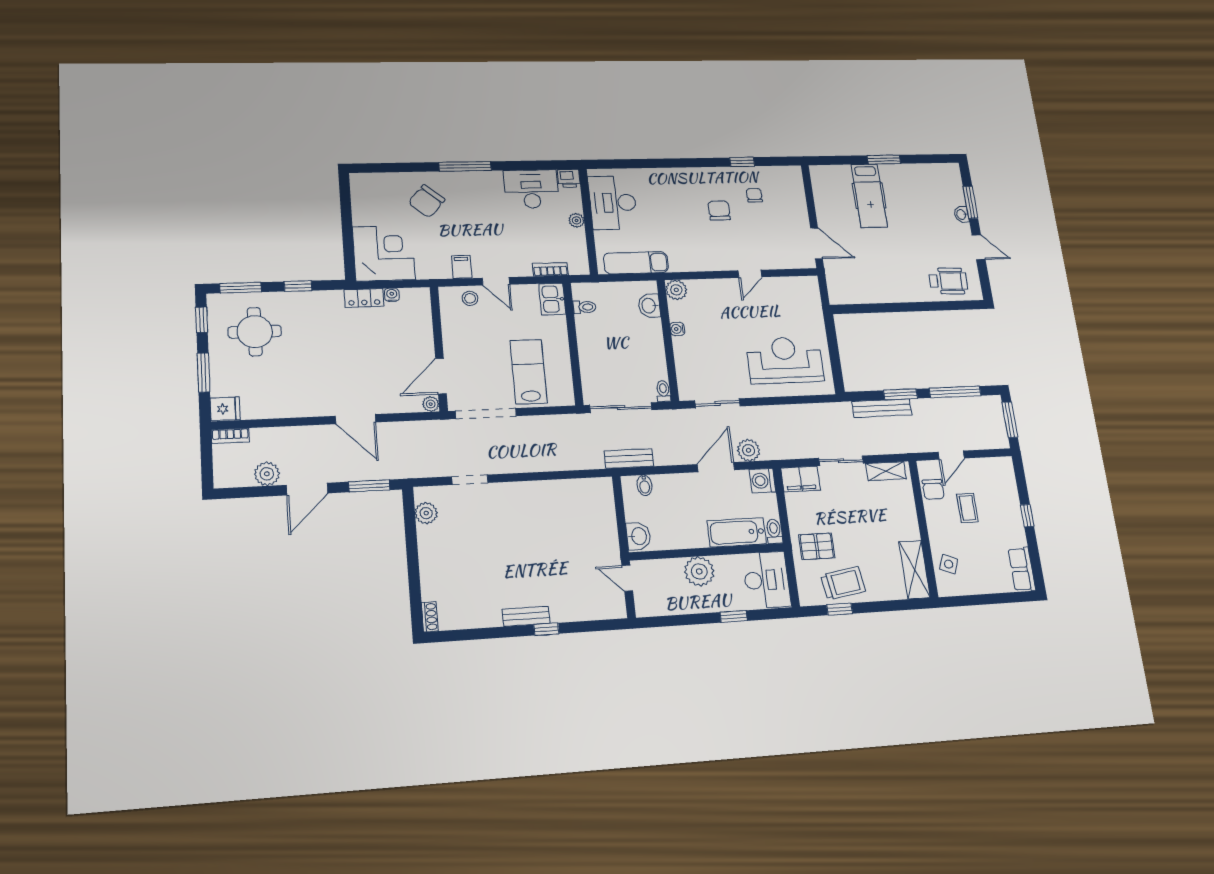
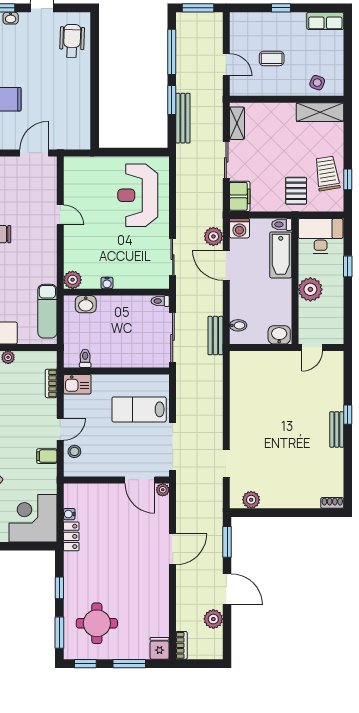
chair: (933, 489) -> (254, 85), removed

